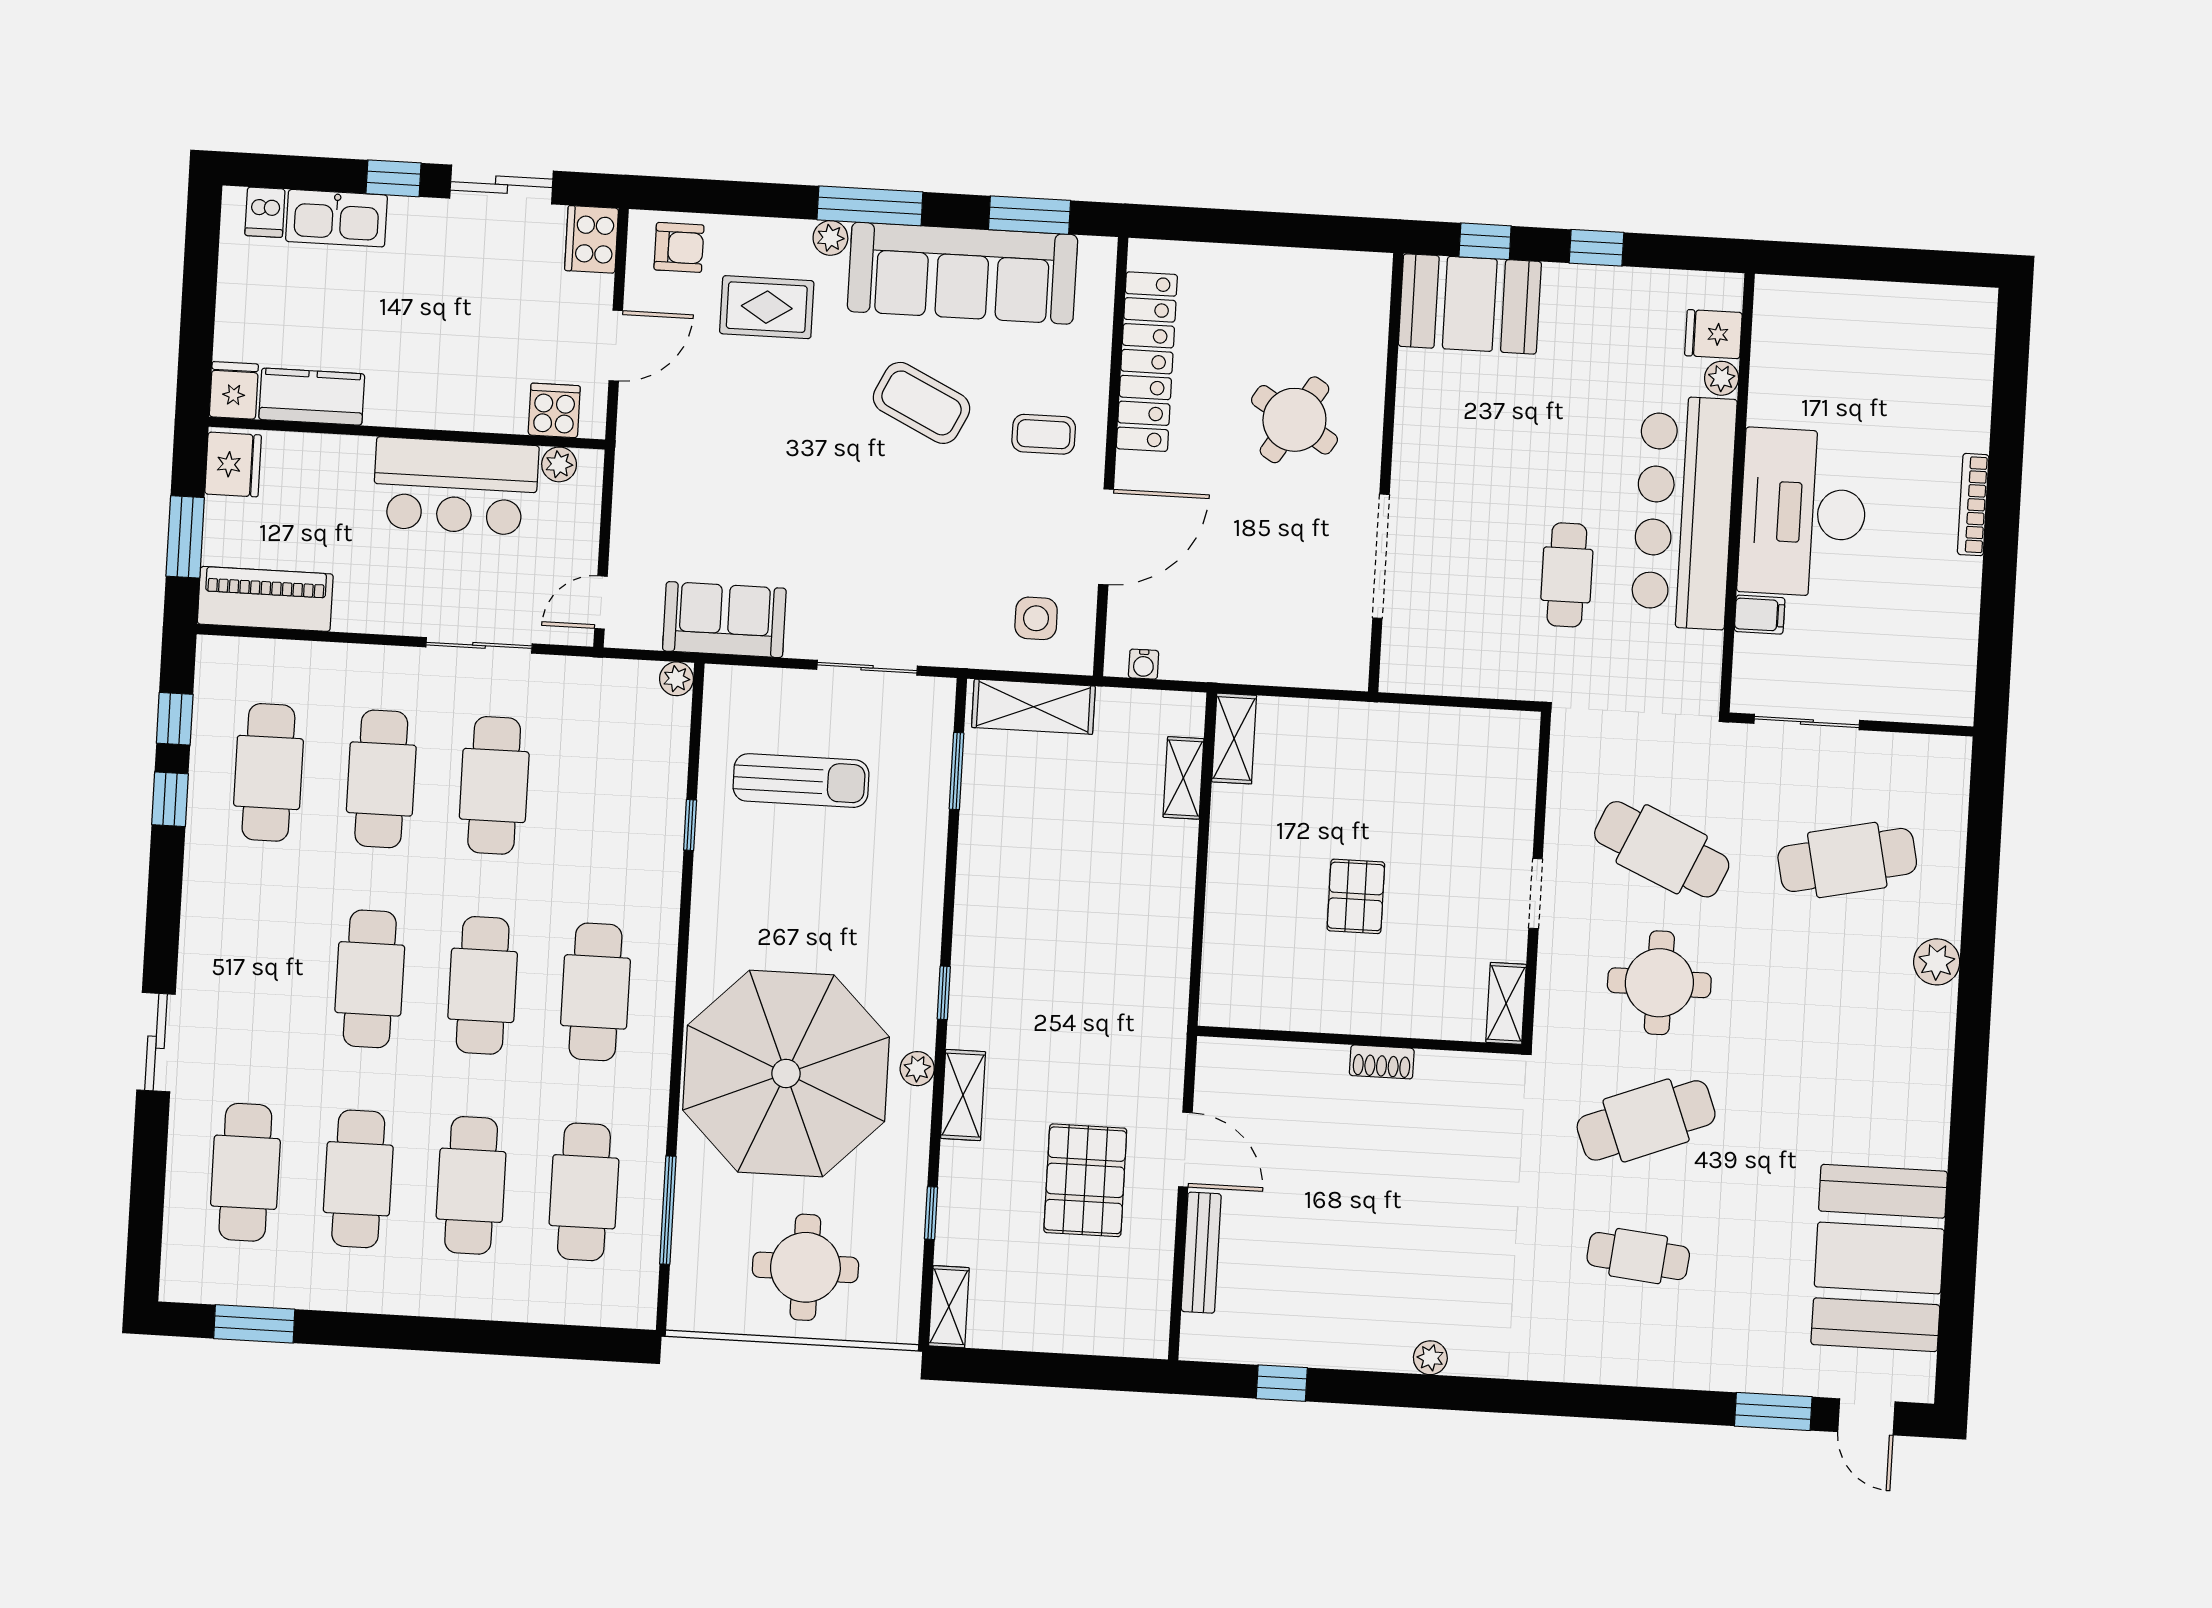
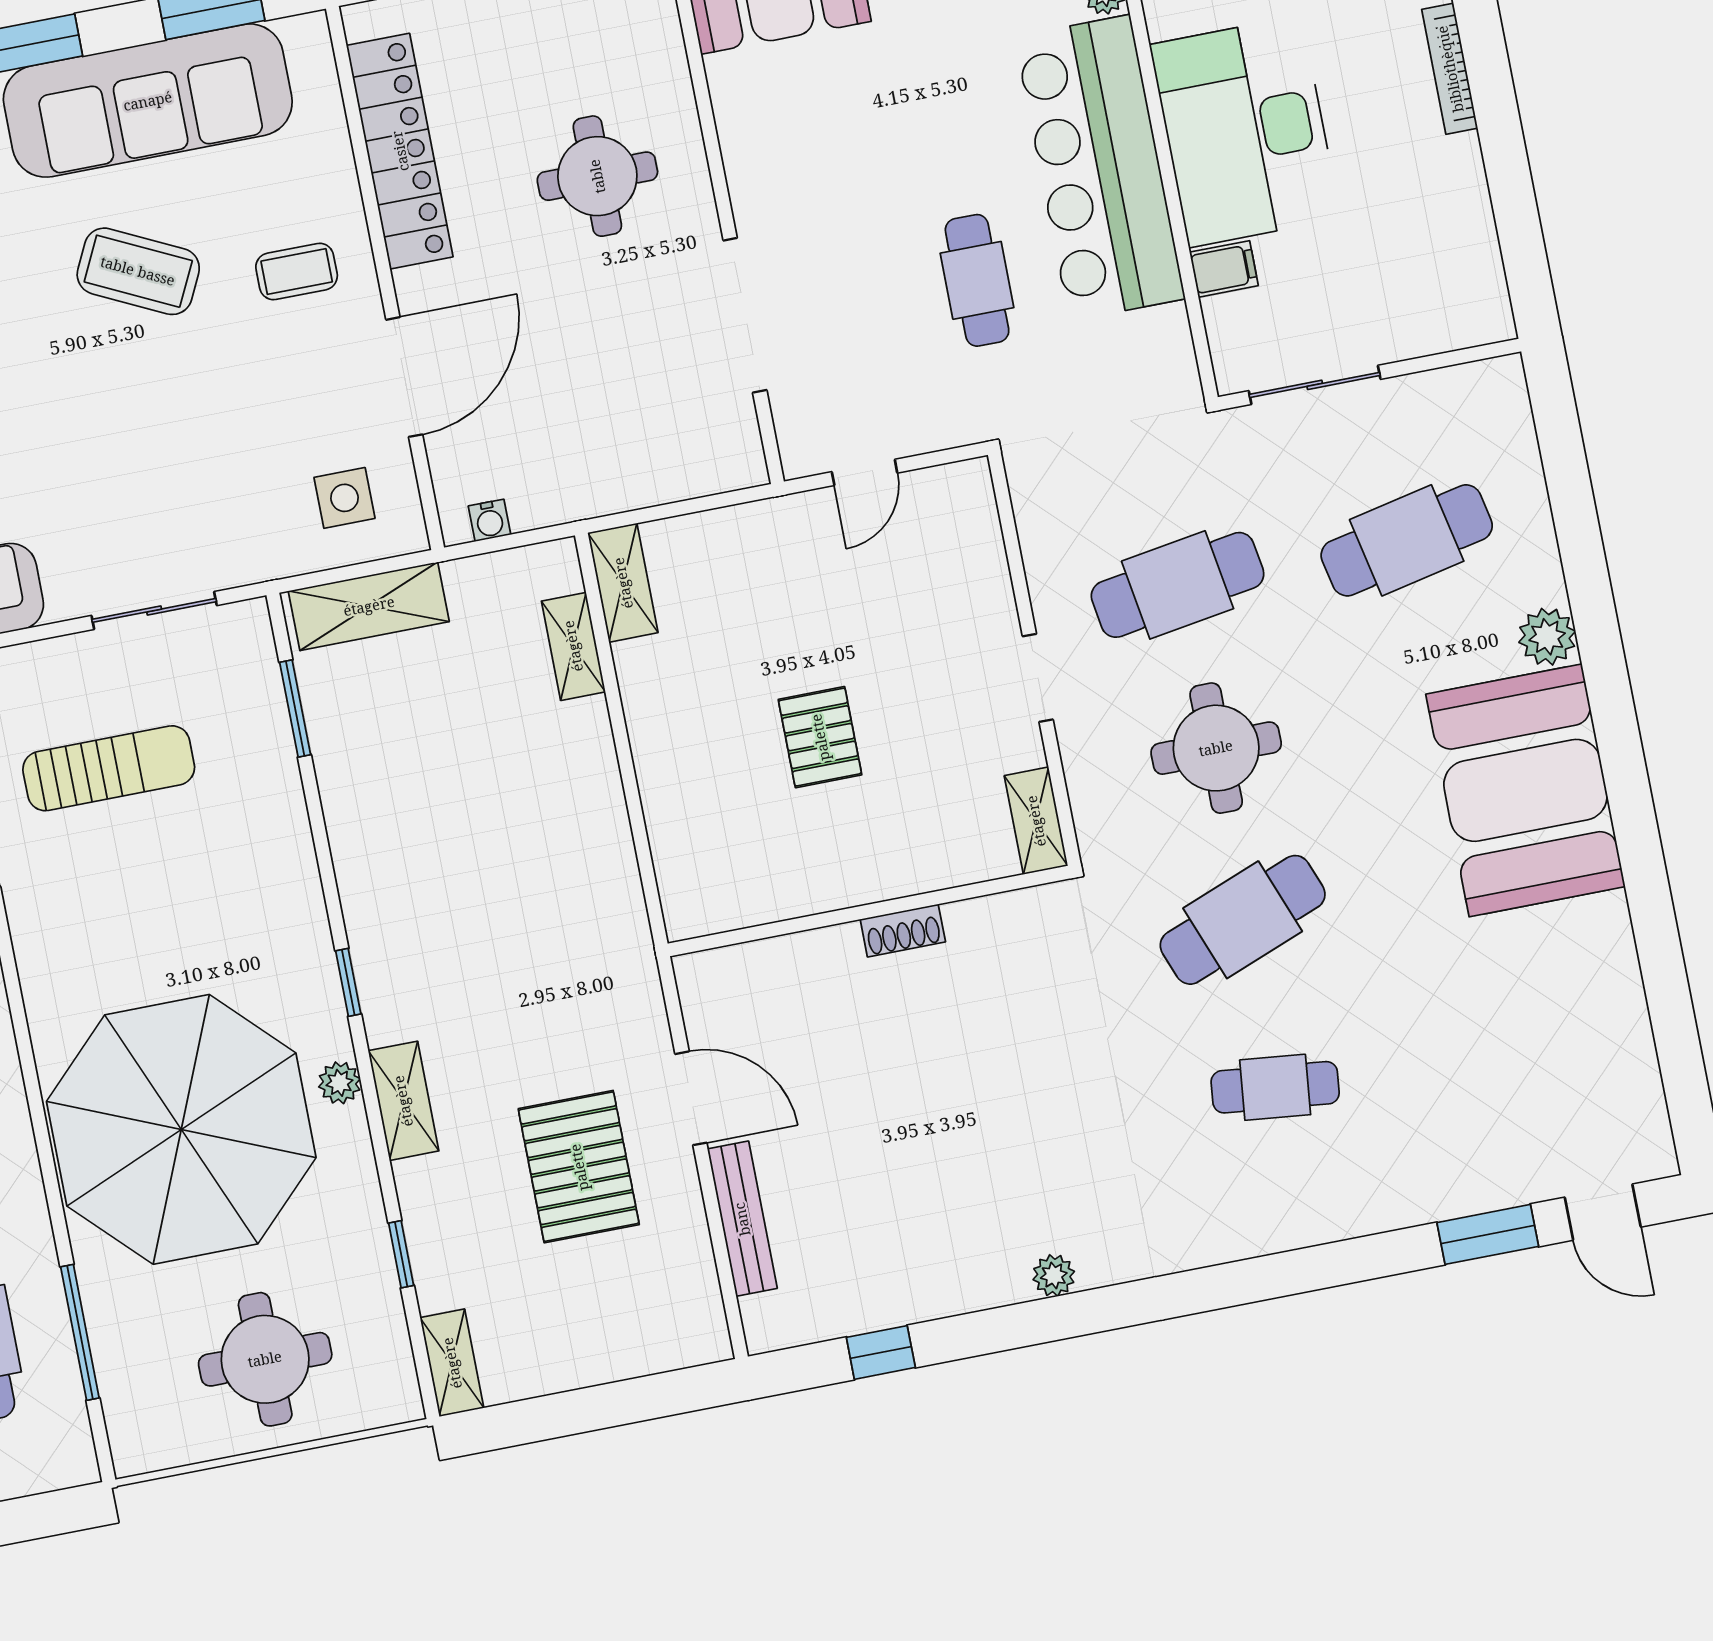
round table: (1294, 420) -> (597, 176), turned -32
door: (1442, 701) -> (865, 472), added
cafe table: (1662, 849) -> (1178, 585), turned -33
booth: (1879, 1258) -> (1525, 790), moved

